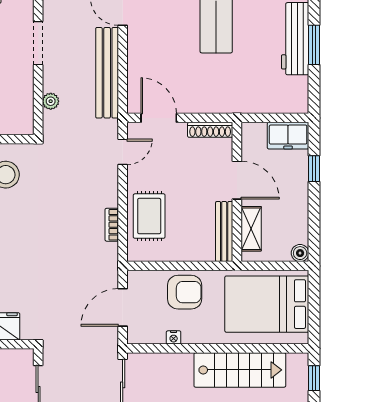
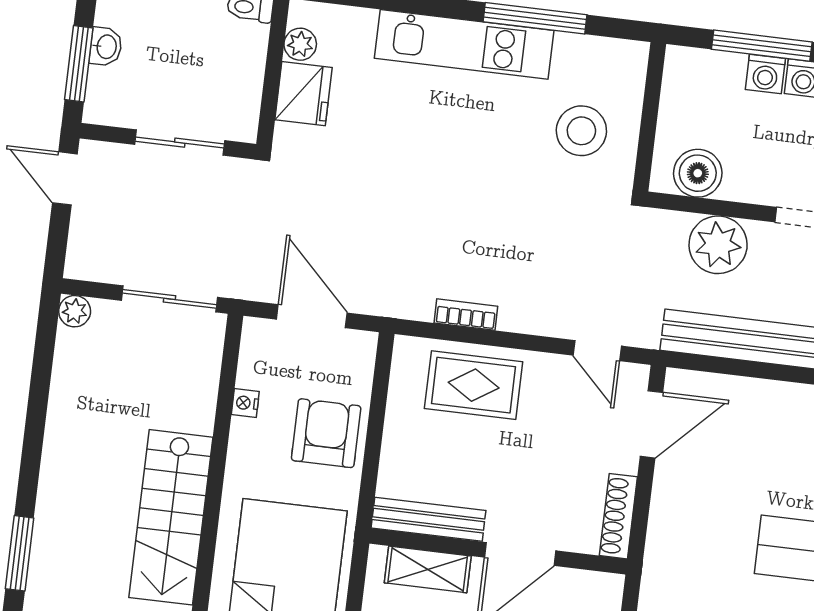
plant: (51, 101) -> (718, 245), width x1.88, depth x1.88
boiler: (21, 109) -> (698, 173), added
armchair: (185, 292) -> (326, 433), turned 180

